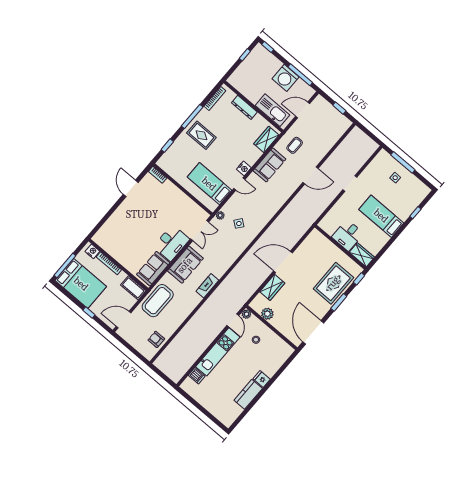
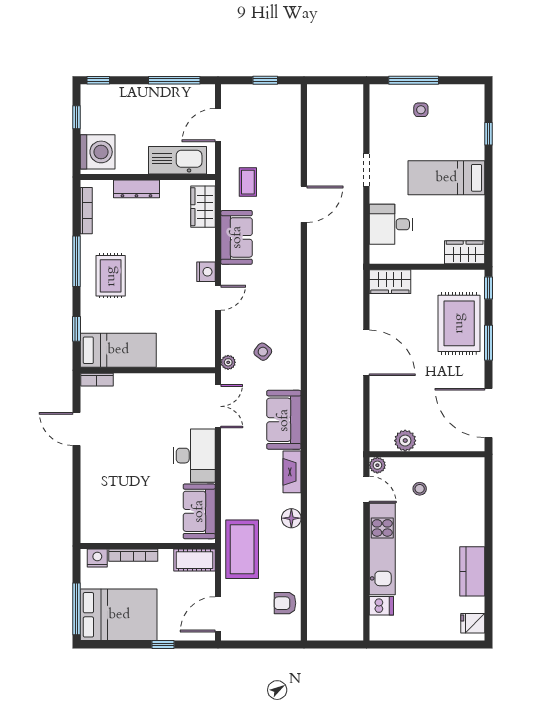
washing machine: (286, 78) -> (98, 152), moved, turned -90
rug: (201, 135) -> (111, 276), turned 90
bed: (209, 184) -> (118, 350), moved, turned 180
desk: (348, 235) -> (391, 224), moved, turned 90
door: (283, 262) -> (366, 353), swing flipped
sofa: (185, 265) -> (284, 420), moved, turned 180
wardrobe: (272, 287) -> (390, 282), moved, turned 90
floor lamp: (190, 305) -> (291, 518), added
fridge: (262, 379) -> (473, 623), moved

